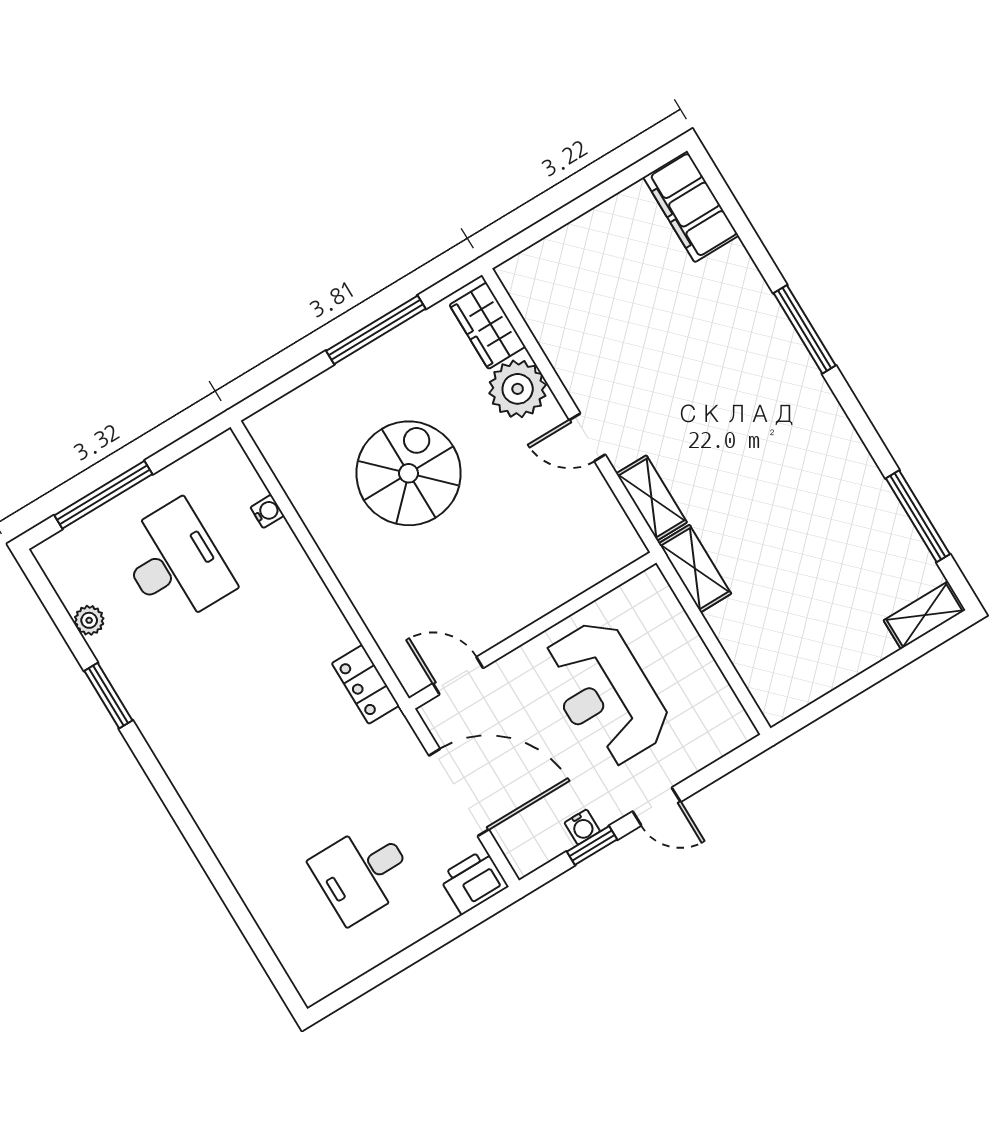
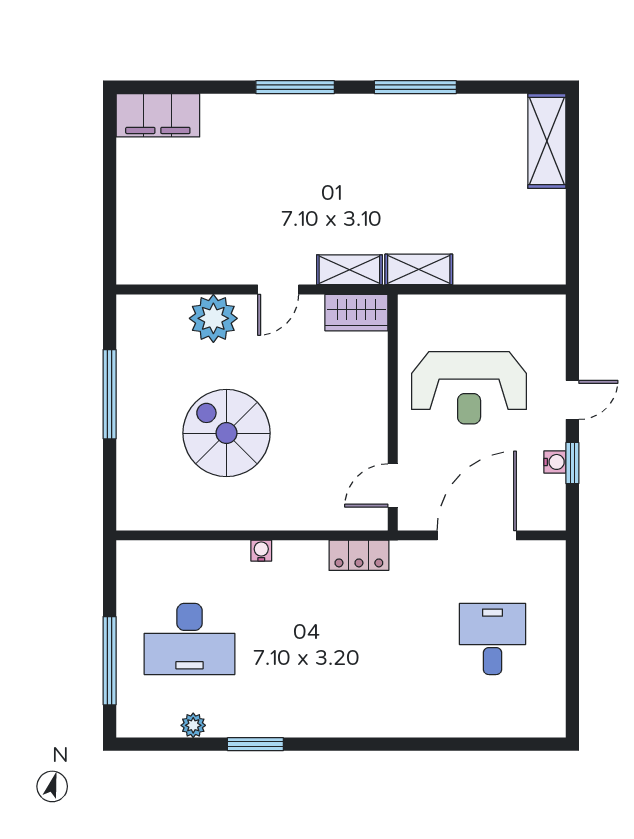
wardrobe: (487, 326) -> (356, 313), moved
water cooler: (267, 511) -> (261, 551), moved
window: (918, 516) -> (415, 87), moved
desk: (175, 563) -> (189, 639), turned 180
shelving: (925, 615) -> (547, 141), width x1.50, depth x1.33
desk: (363, 873) -> (492, 639), turned 180
printer: (474, 882) -> (547, 563), removed

